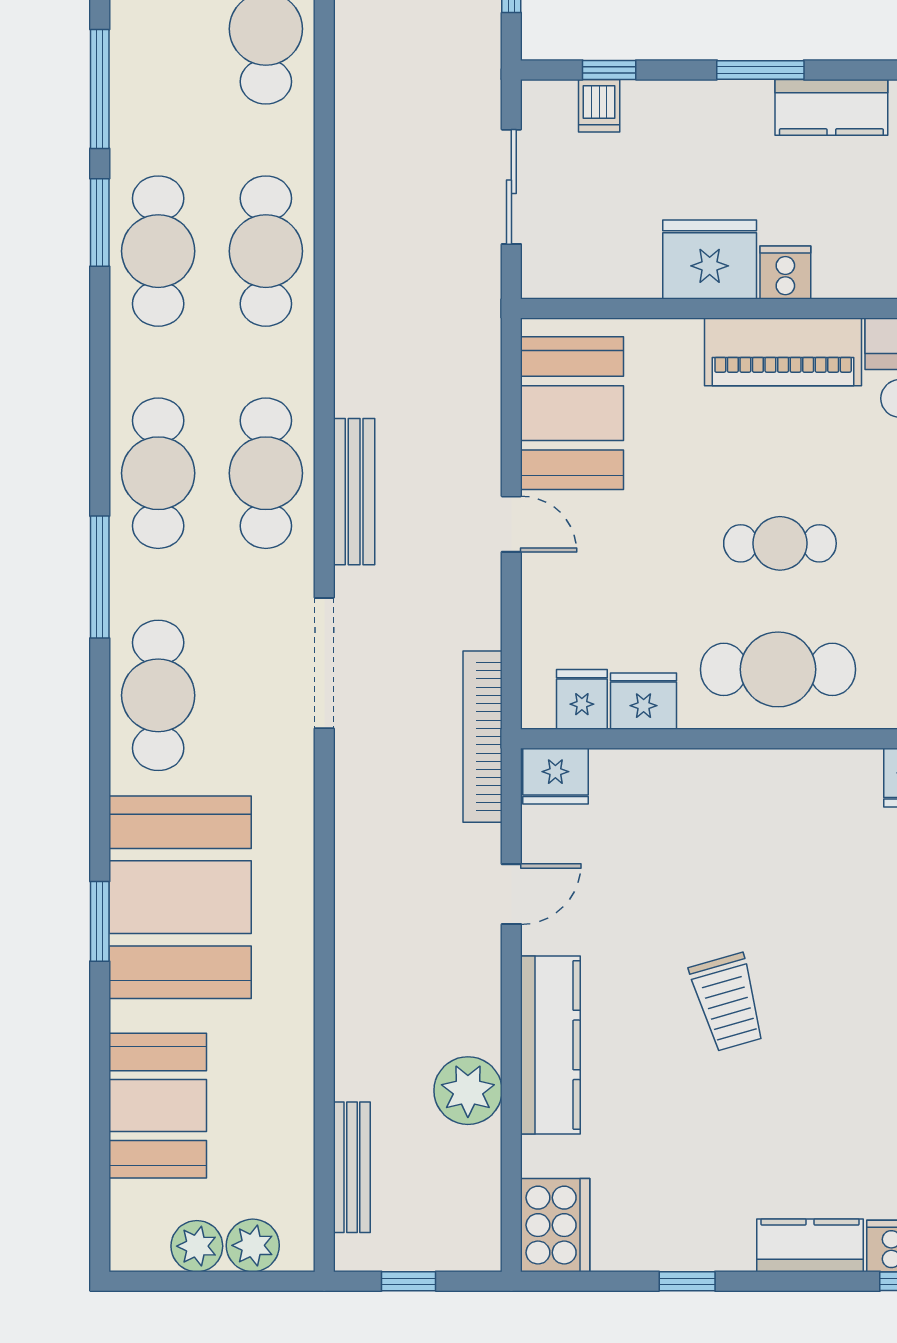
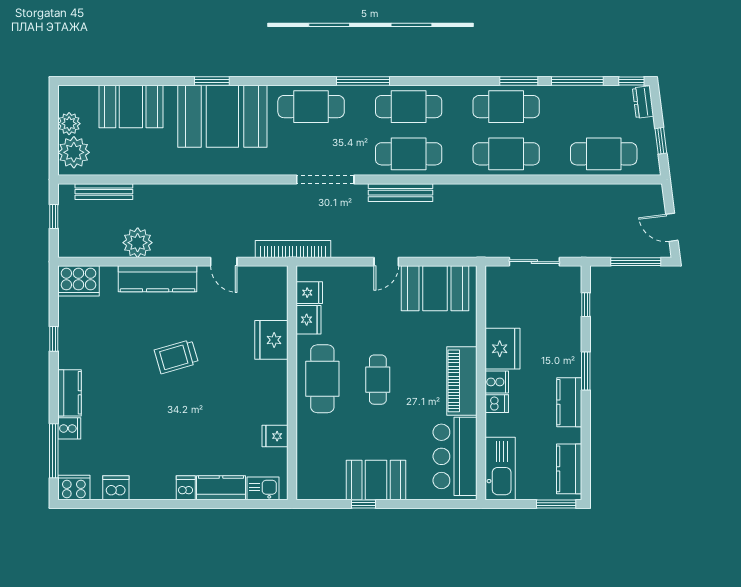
dishwasher: (599, 106) -> (497, 404), moved, turned 180
fridge: (555, 776) -> (271, 340), moved, width x1.36, depth x1.34
plant: (253, 1245) -> (74, 152), width x1.36, depth x1.36

